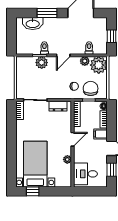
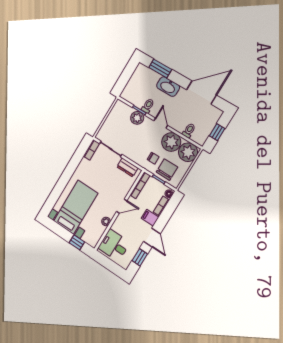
window: (47, 13) -> (160, 68), moved
washbasin: (33, 24) -> (168, 87), moved
door: (63, 55) -> (161, 123), swing flipped
plant: (85, 61) -> (171, 142), width x1.88, depth x1.88
window: (33, 191) -> (77, 242), moved

